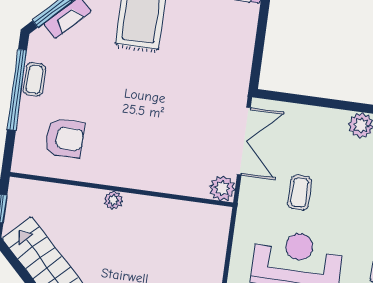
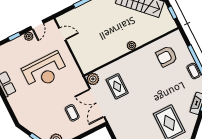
rug: (188, 146) -> (117, 86), added
coffee table: (300, 193) -> (72, 113), moved

